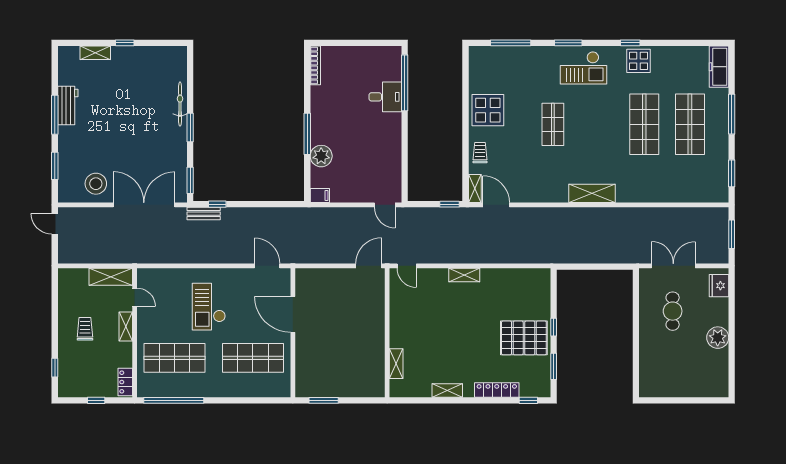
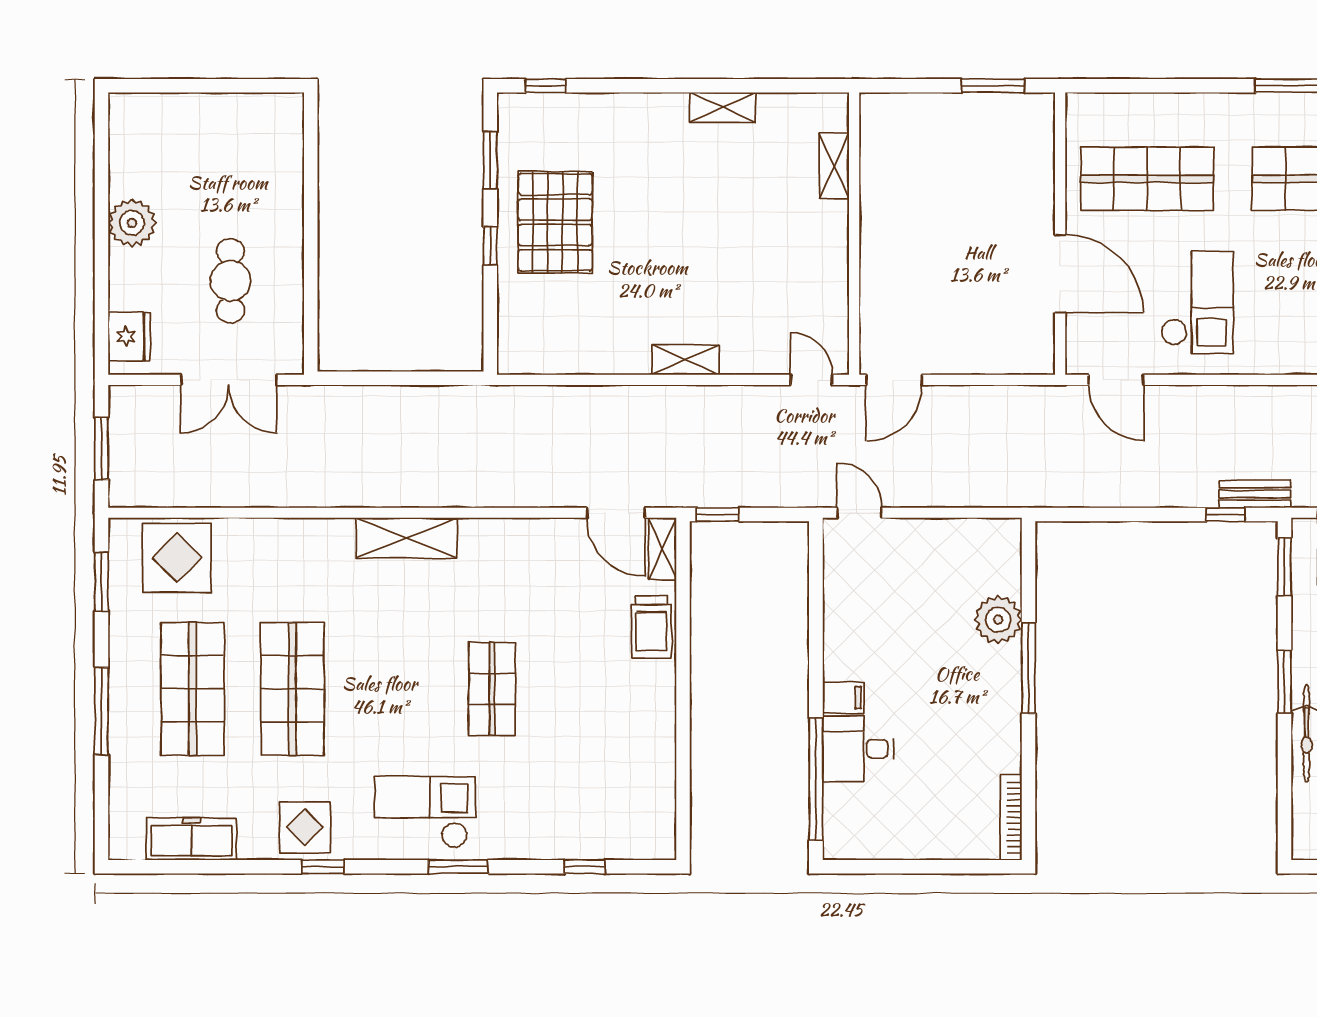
window: (511, 43) -> (584, 867), width x0.46
freezer: (719, 67) -> (191, 839), moved, turned -90
display table: (488, 110) -> (177, 558), moved
trolley: (480, 153) -> (651, 627), width x1.36, depth x1.39
filing cabinet: (320, 195) -> (843, 698), moved, turned 180
checkout: (209, 307) -> (1197, 302), moved
pallet: (524, 338) -> (555, 222), turned 90
locker: (497, 390) -> (615, 108), removed

